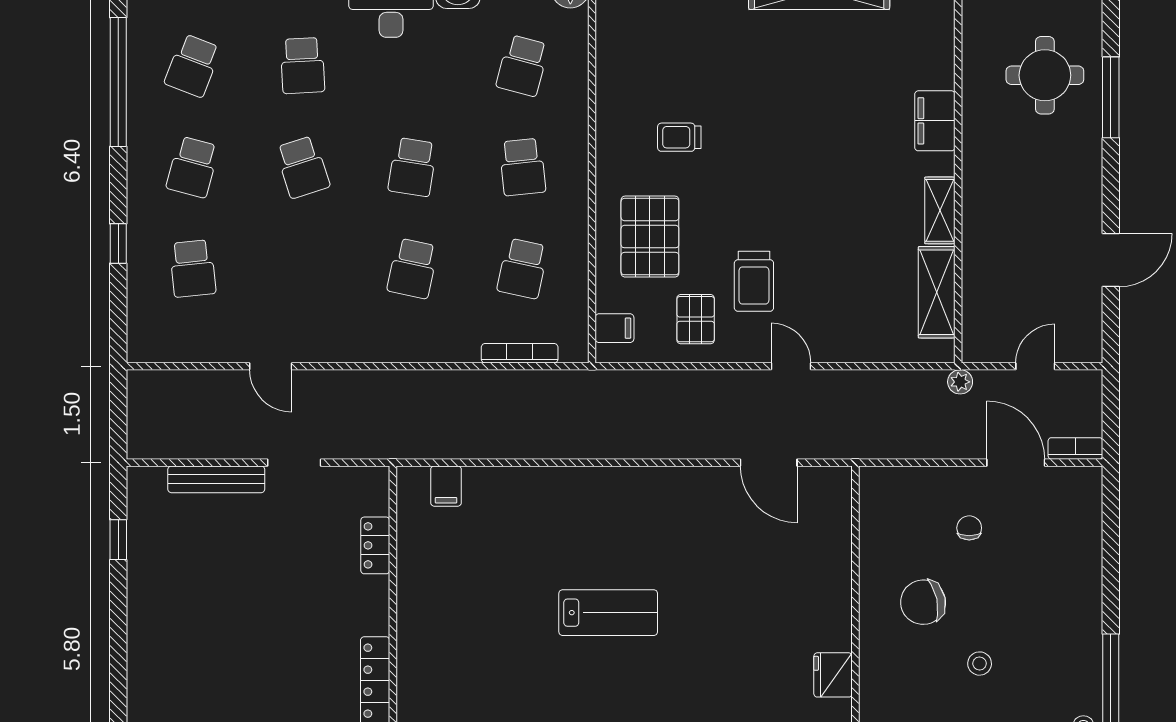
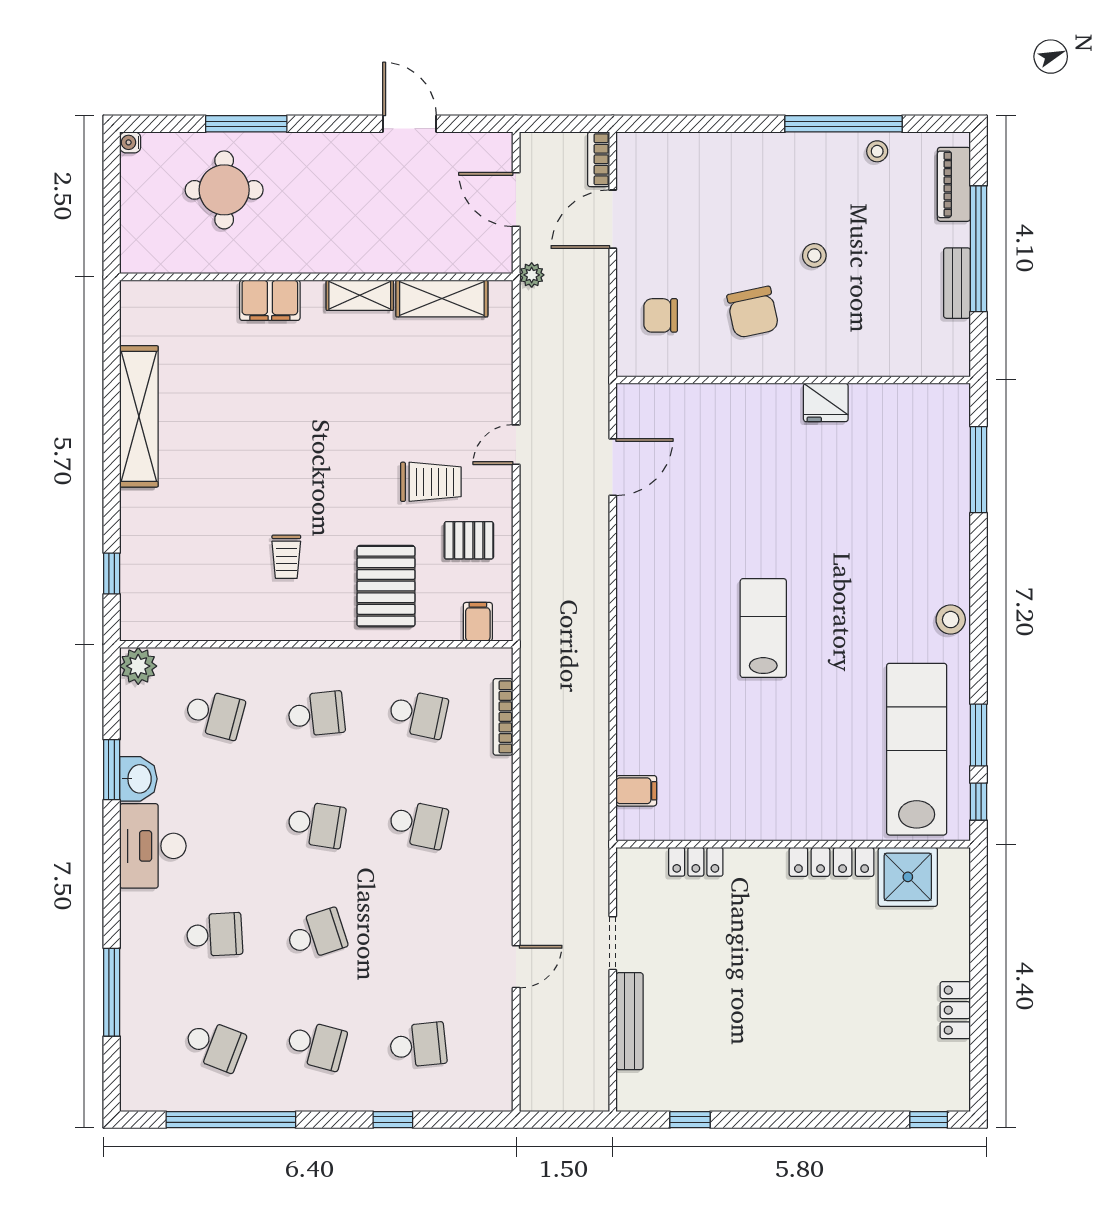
pallet: (650, 237) -> (386, 586), turned 90
door: (1035, 366) -> (516, 200), width x1.37
chair: (969, 528) -> (661, 315), moved, width x1.37, depth x1.37

